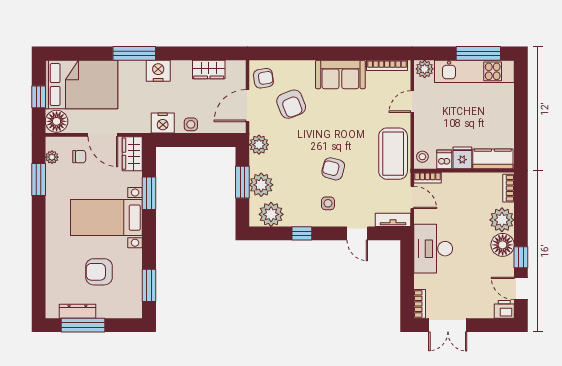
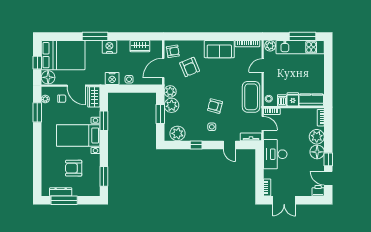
plant: (261, 185) -> (172, 105), moved

